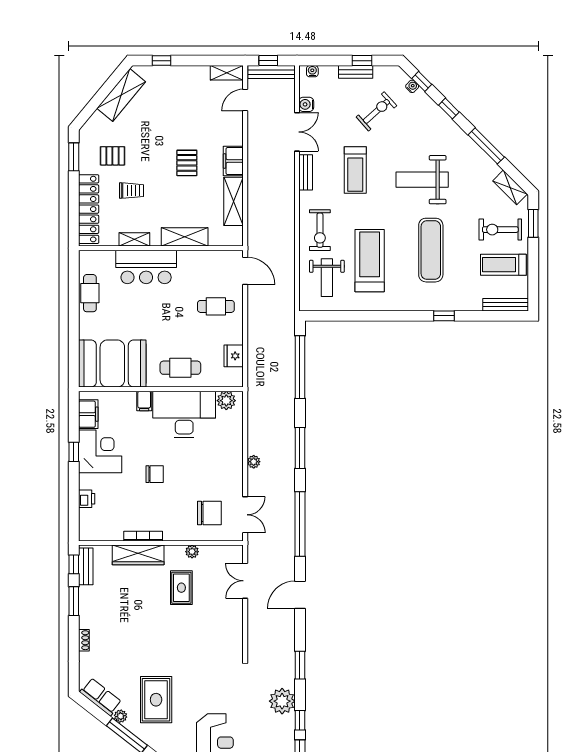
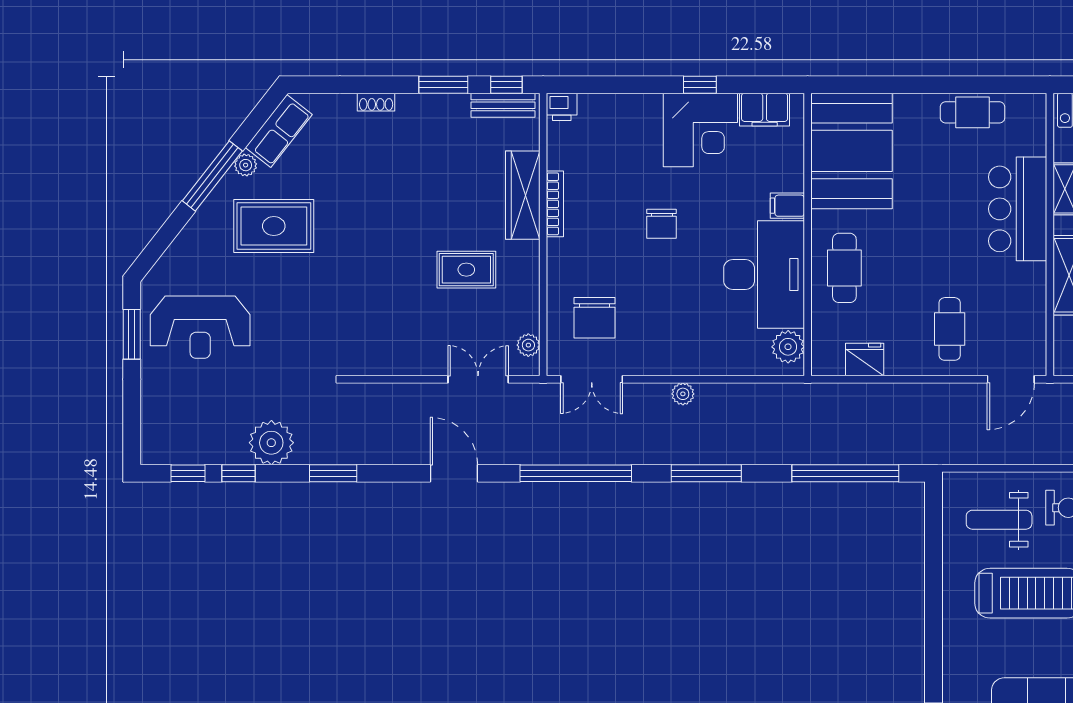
printer: (87, 499) -> (562, 107), moved
plant: (192, 552) -> (528, 345), moved

